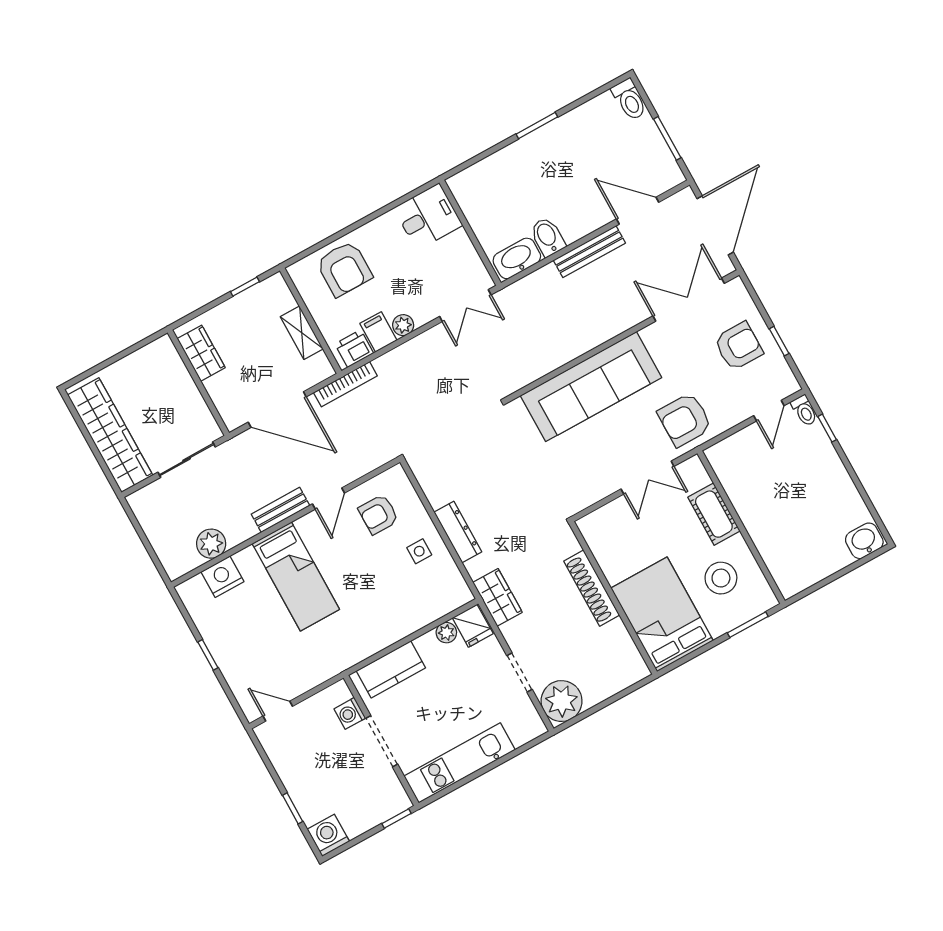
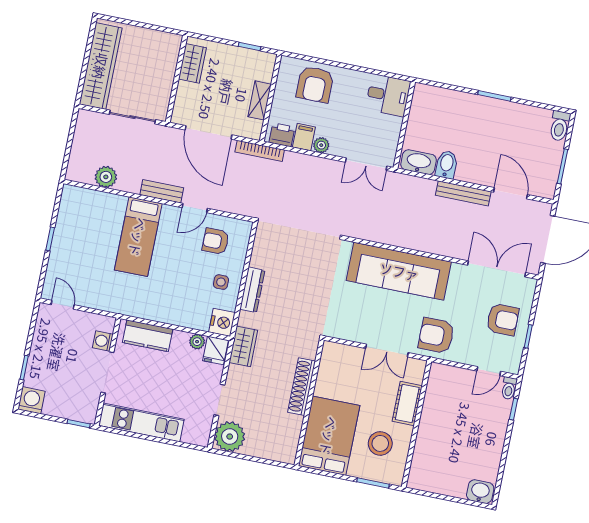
nightstand: (222, 577) -> (222, 322), moved, turned 90

